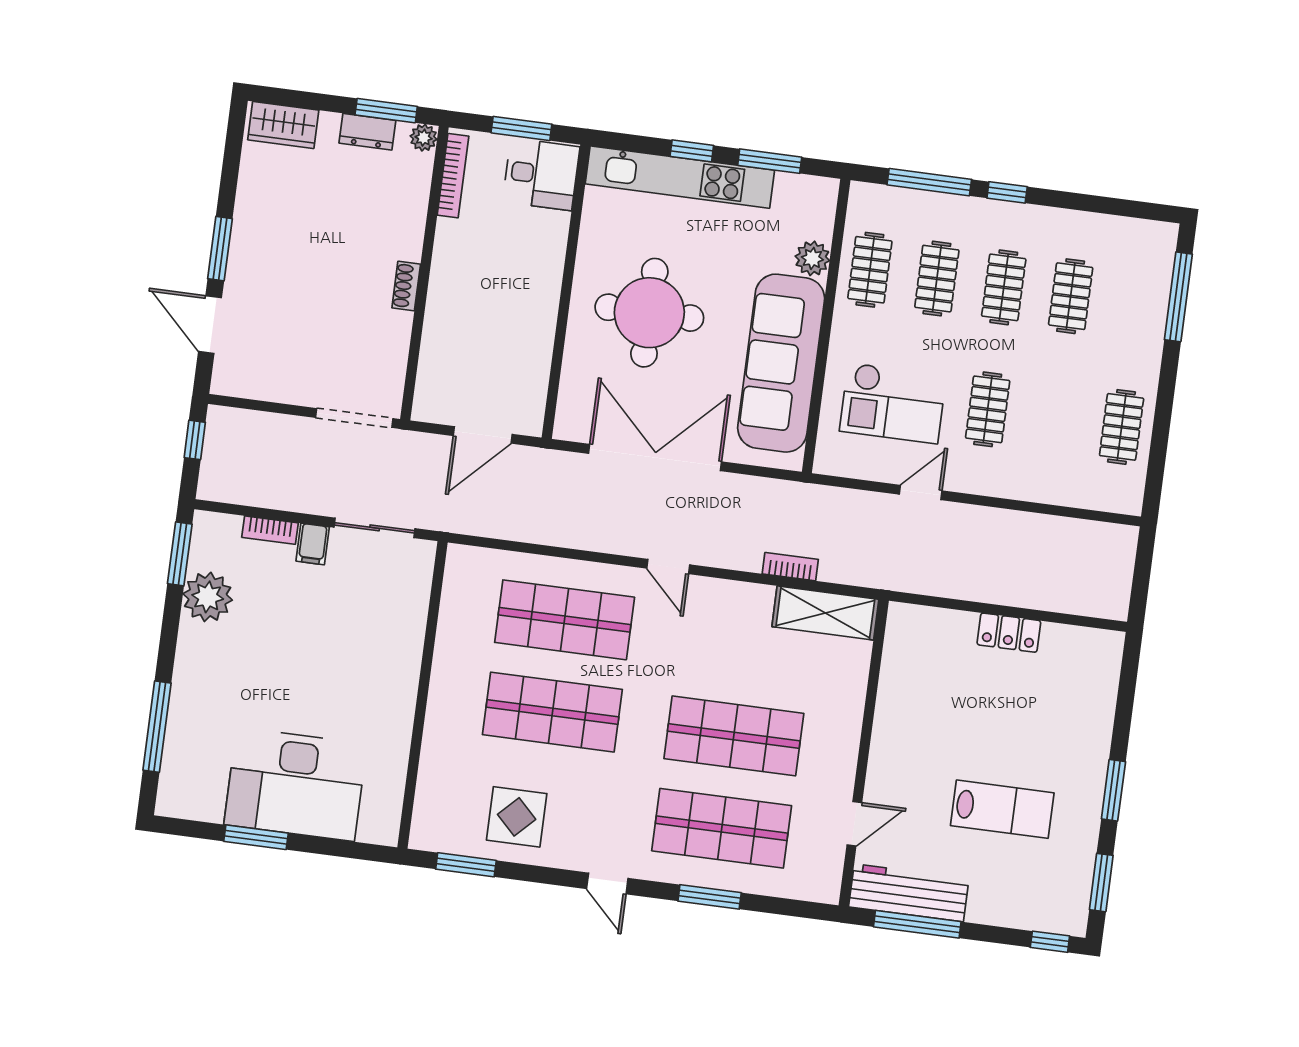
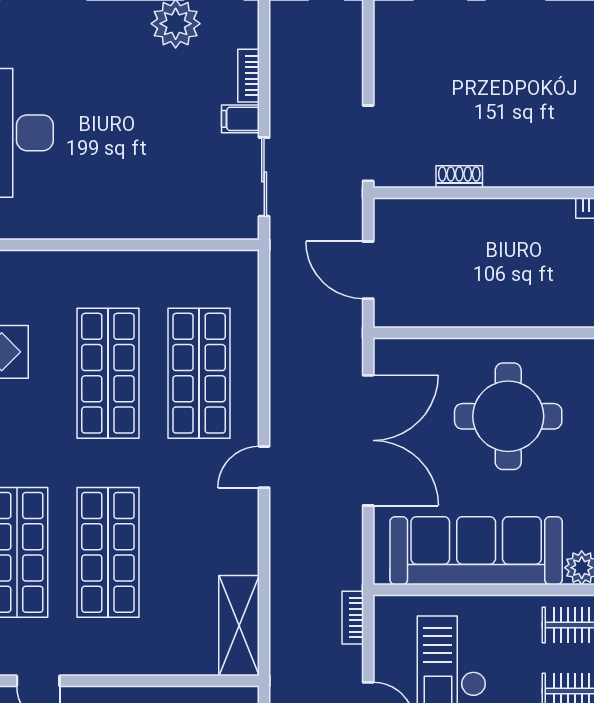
shoe rack: (406, 286) -> (459, 177), moved
bookcase: (790, 567) -> (353, 618), moved, turned 180

